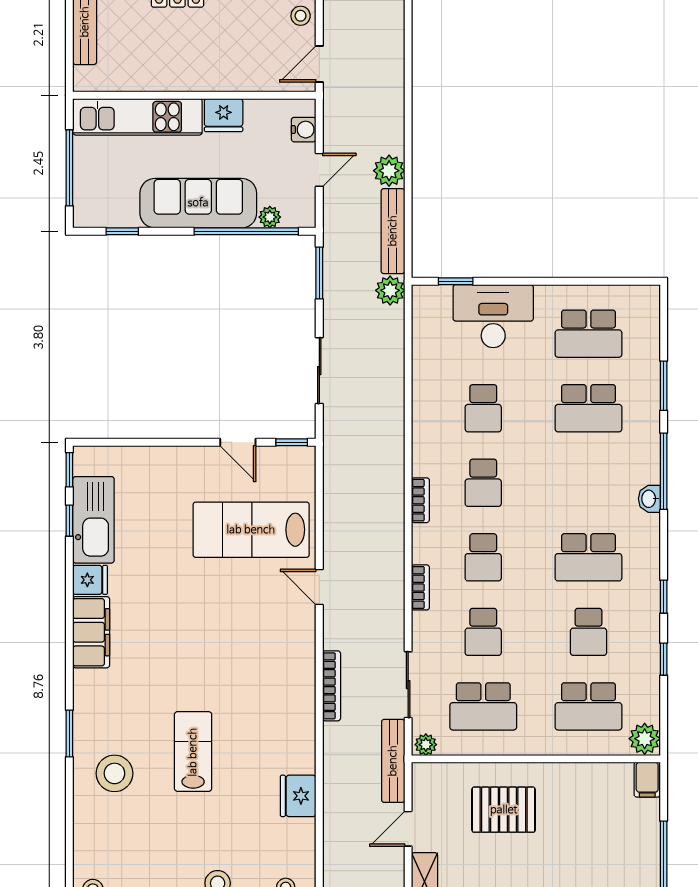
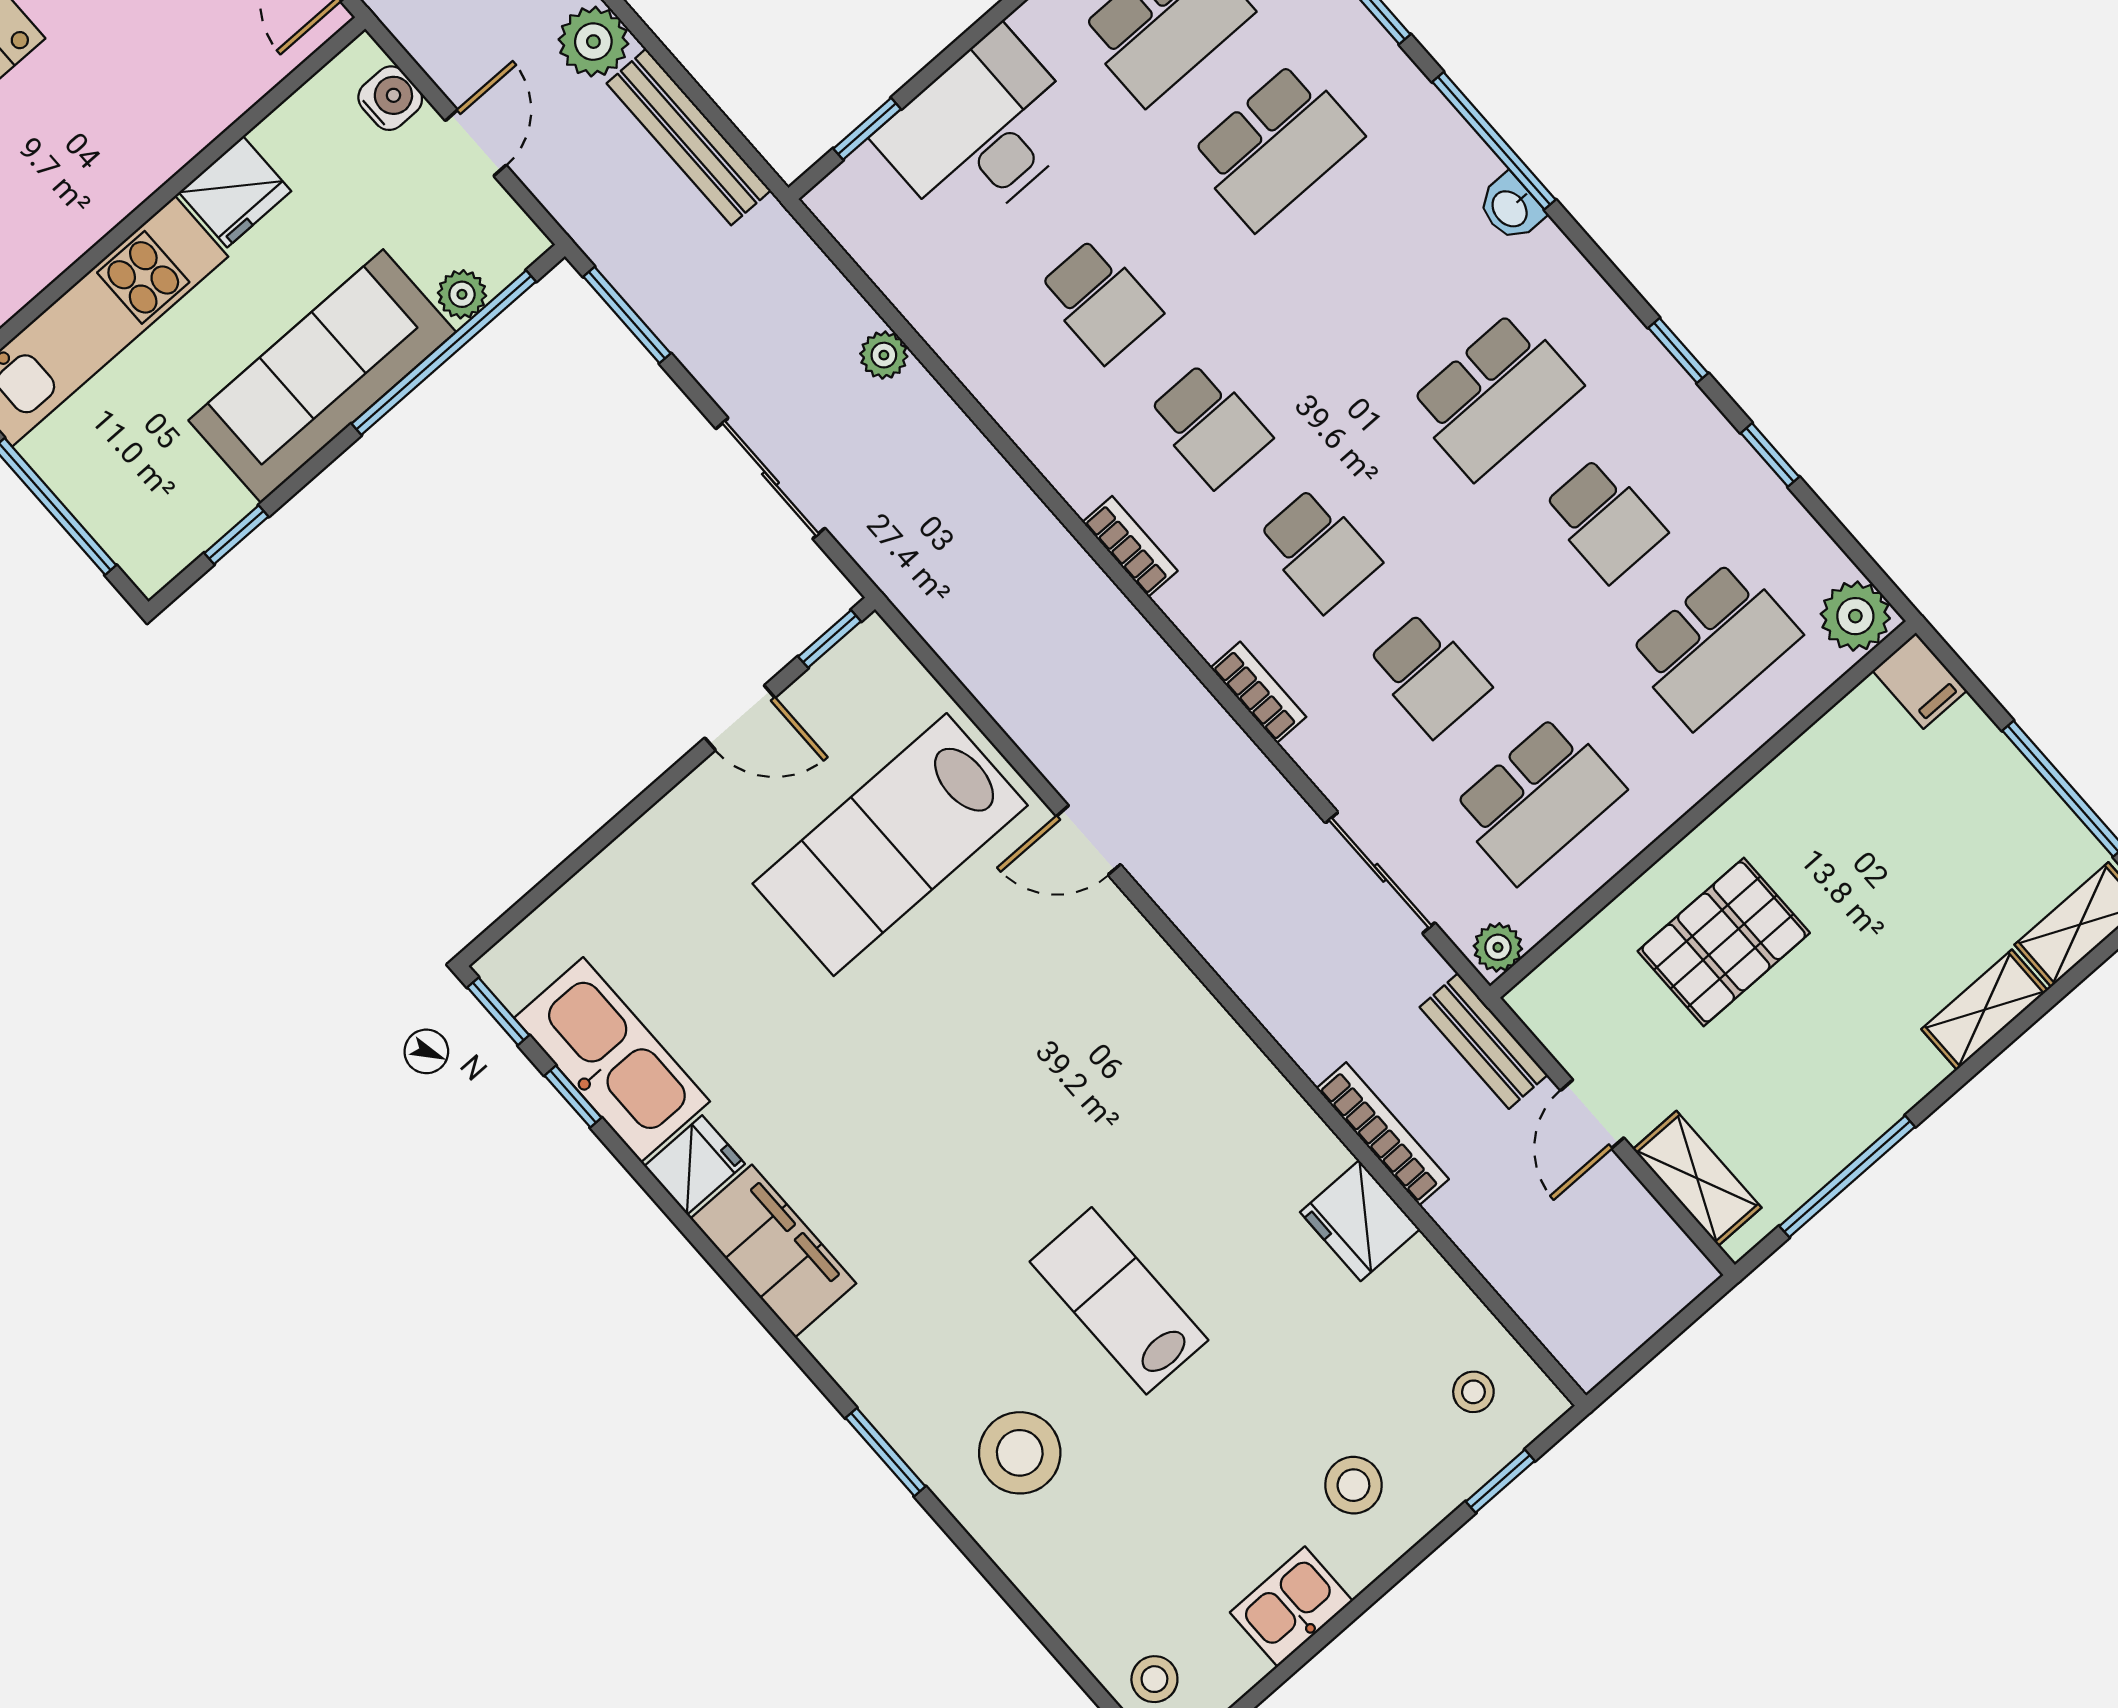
plant: (390, 290) -> (884, 355), moved, width x0.73, depth x0.73
bookcase: (332, 686) -> (1383, 1134), moved
bench: (393, 761) -> (1484, 1041), width x0.73

